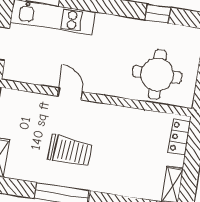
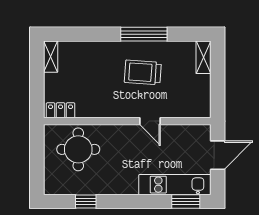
locker: (179, 137) -> (61, 110), moved, turned -90

